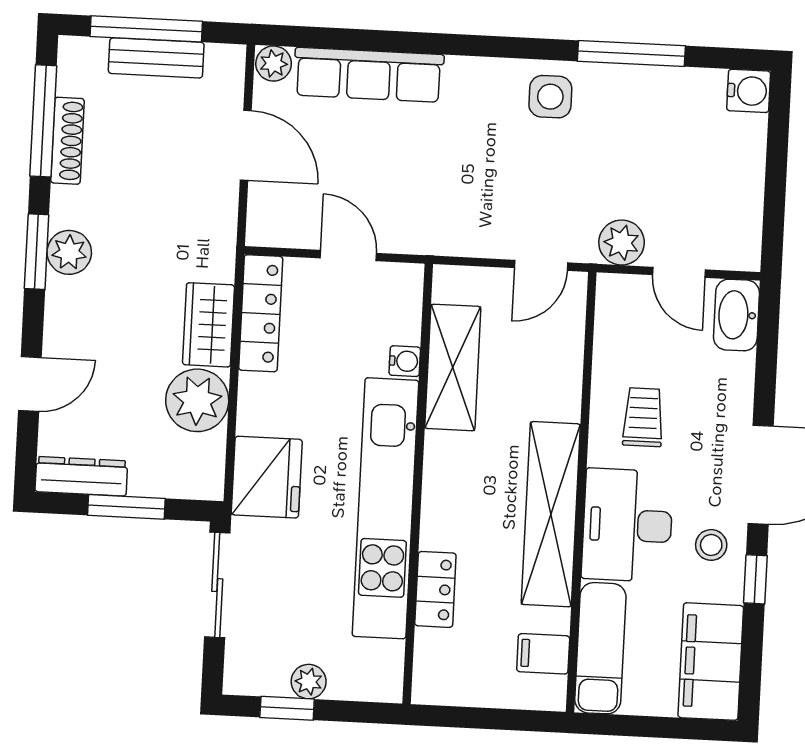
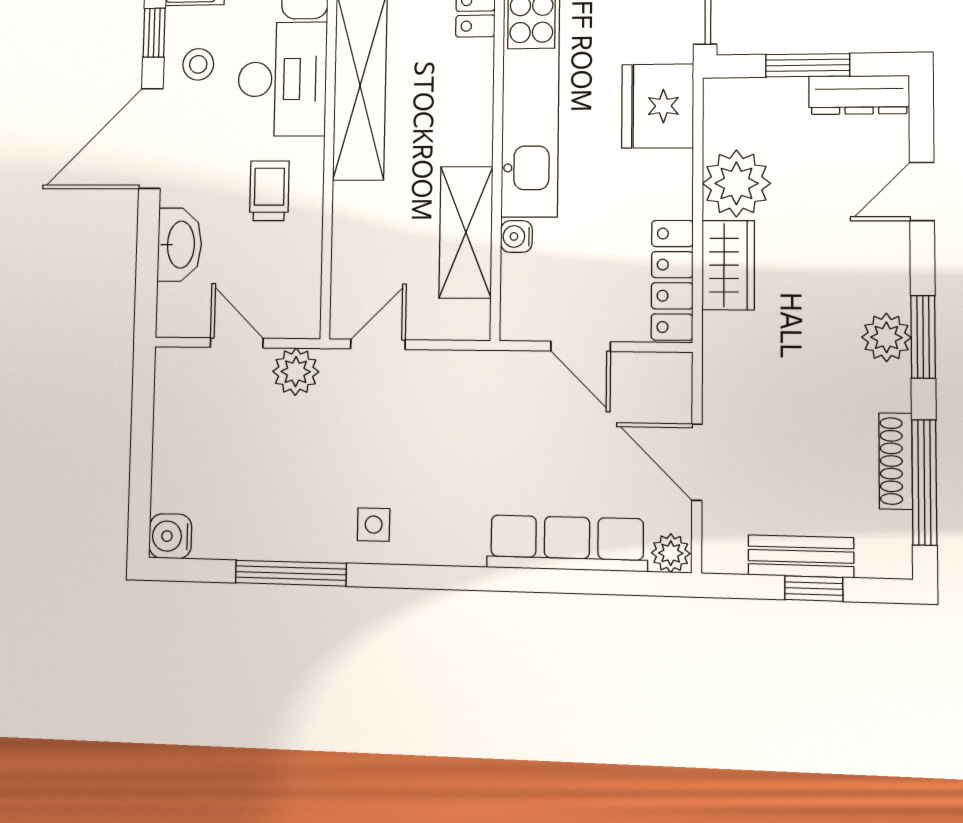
window: (146, 29) -> (814, 589), width x0.46
side table: (550, 97) -> (374, 525), width x0.73, depth x0.73
washbasin: (736, 315) -> (180, 245), moved
trolley: (643, 417) -> (269, 191), turned 180

